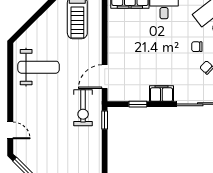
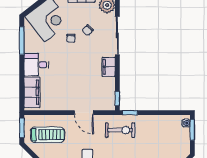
door: (105, 77) -> (84, 113), moved
window: (138, 104) -> (117, 99), moved

